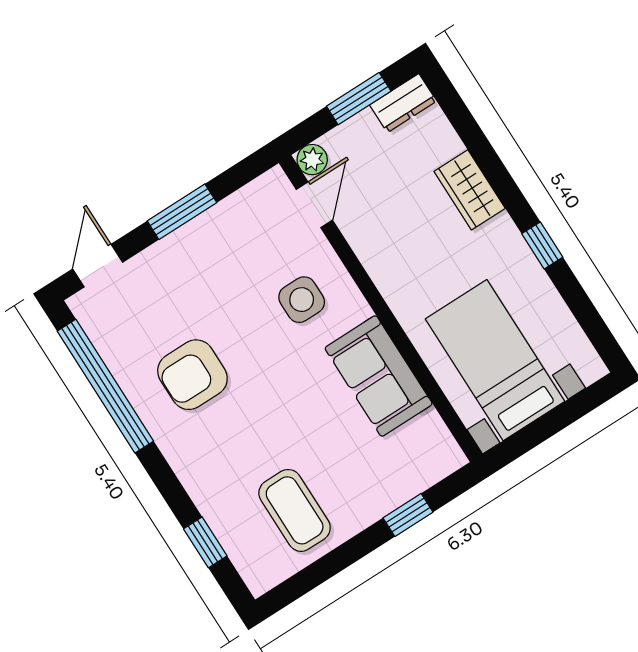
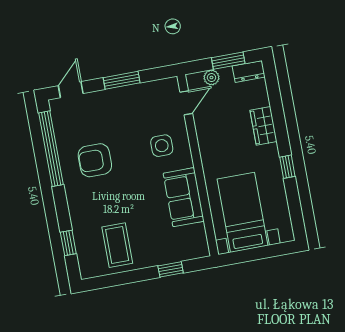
plant: (312, 160) -> (211, 78), moved

